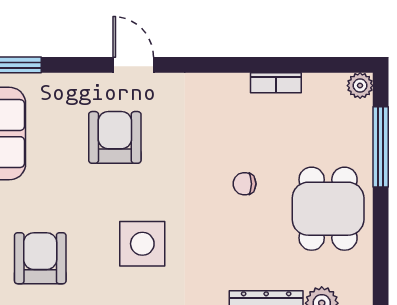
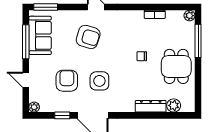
armchair: (115, 137) -> (88, 37), turned 107
armchair: (40, 258) -> (67, 81), moved

